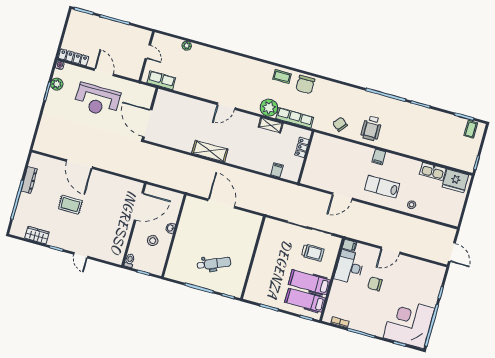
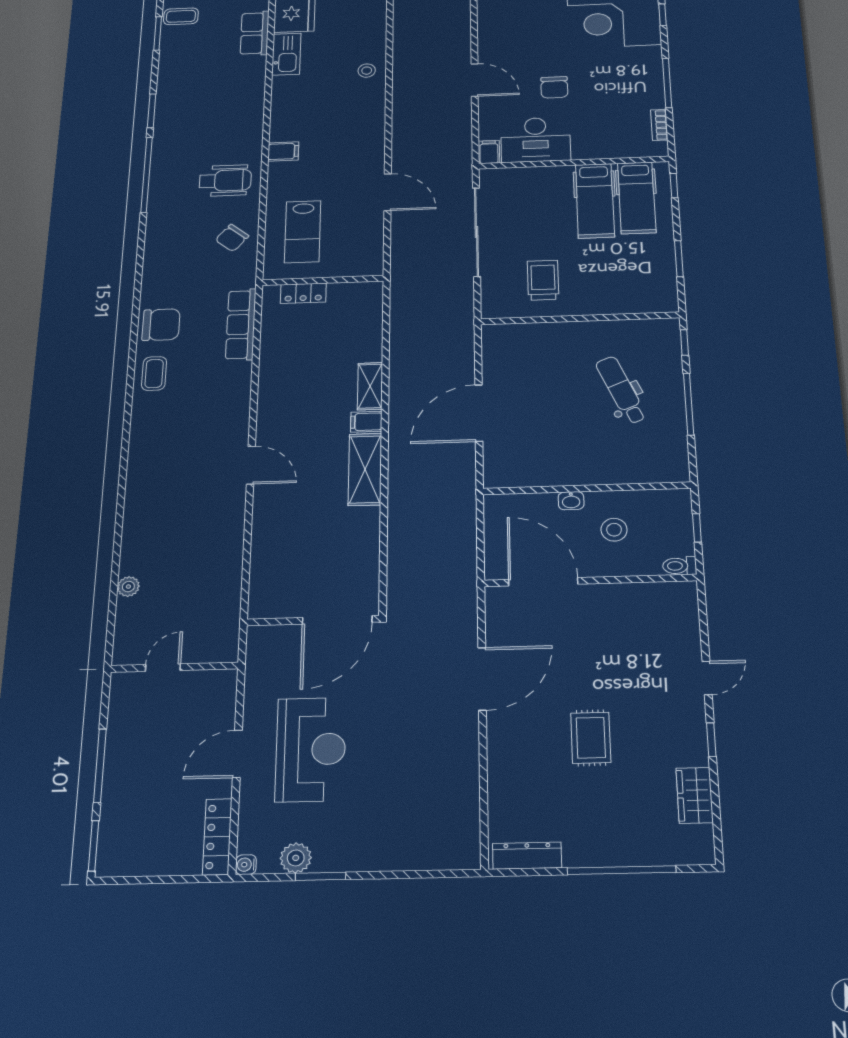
row of seats: (161, 80) -> (255, 33), moved
plant: (269, 108) -> (232, 380), removed
shelving: (271, 125) -> (370, 386), moved
door: (79, 164) -> (482, 679), moved
filing cabinet: (277, 170) -> (366, 422), moved
dresser: (29, 180) -> (527, 856), moved
lab bench: (382, 187) -> (303, 232), moved
trolley: (313, 253) -> (543, 280), moved

